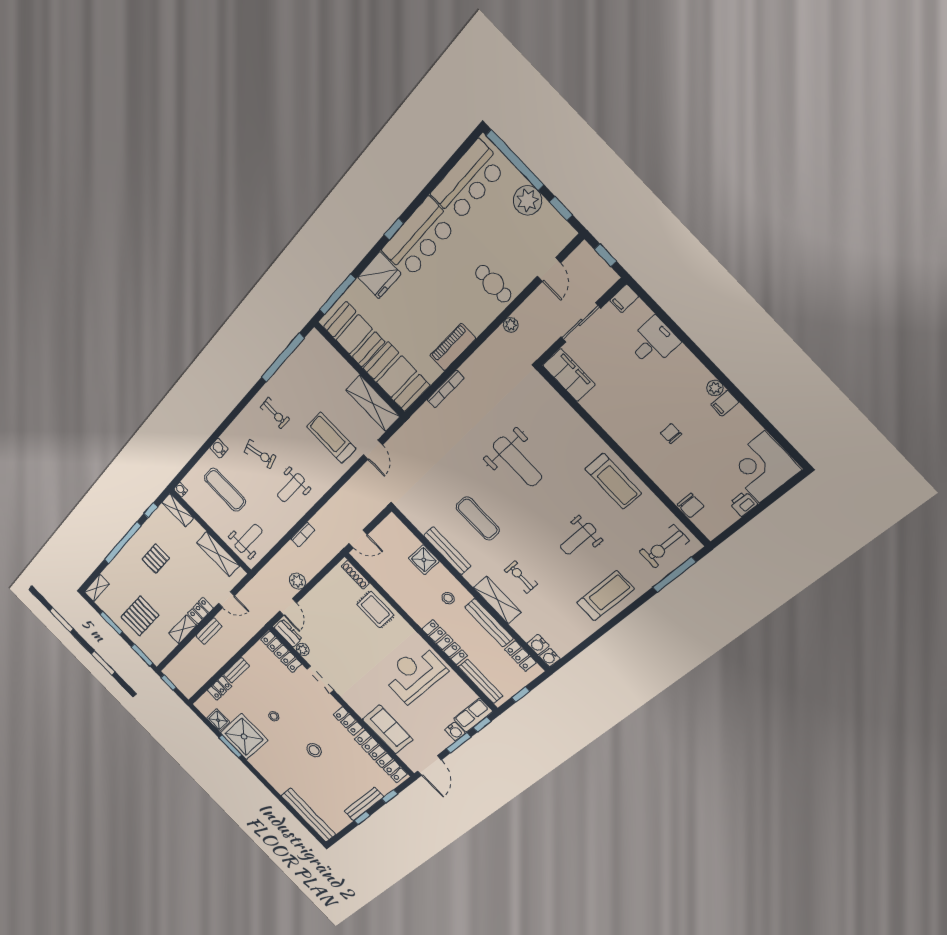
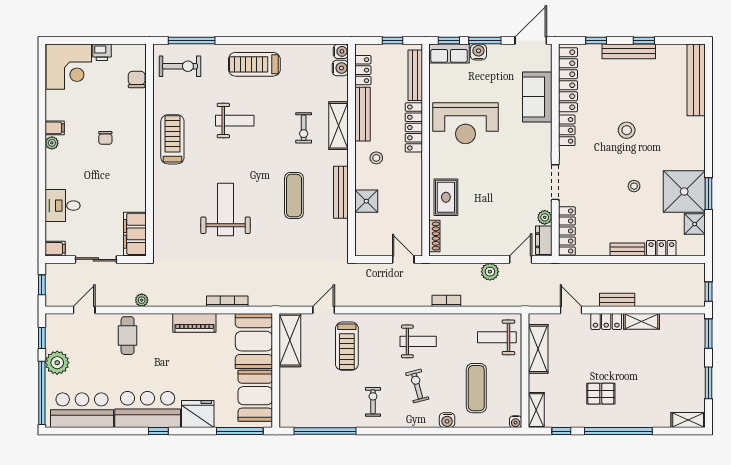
pallet: (140, 616) -> (672, 365), removed

